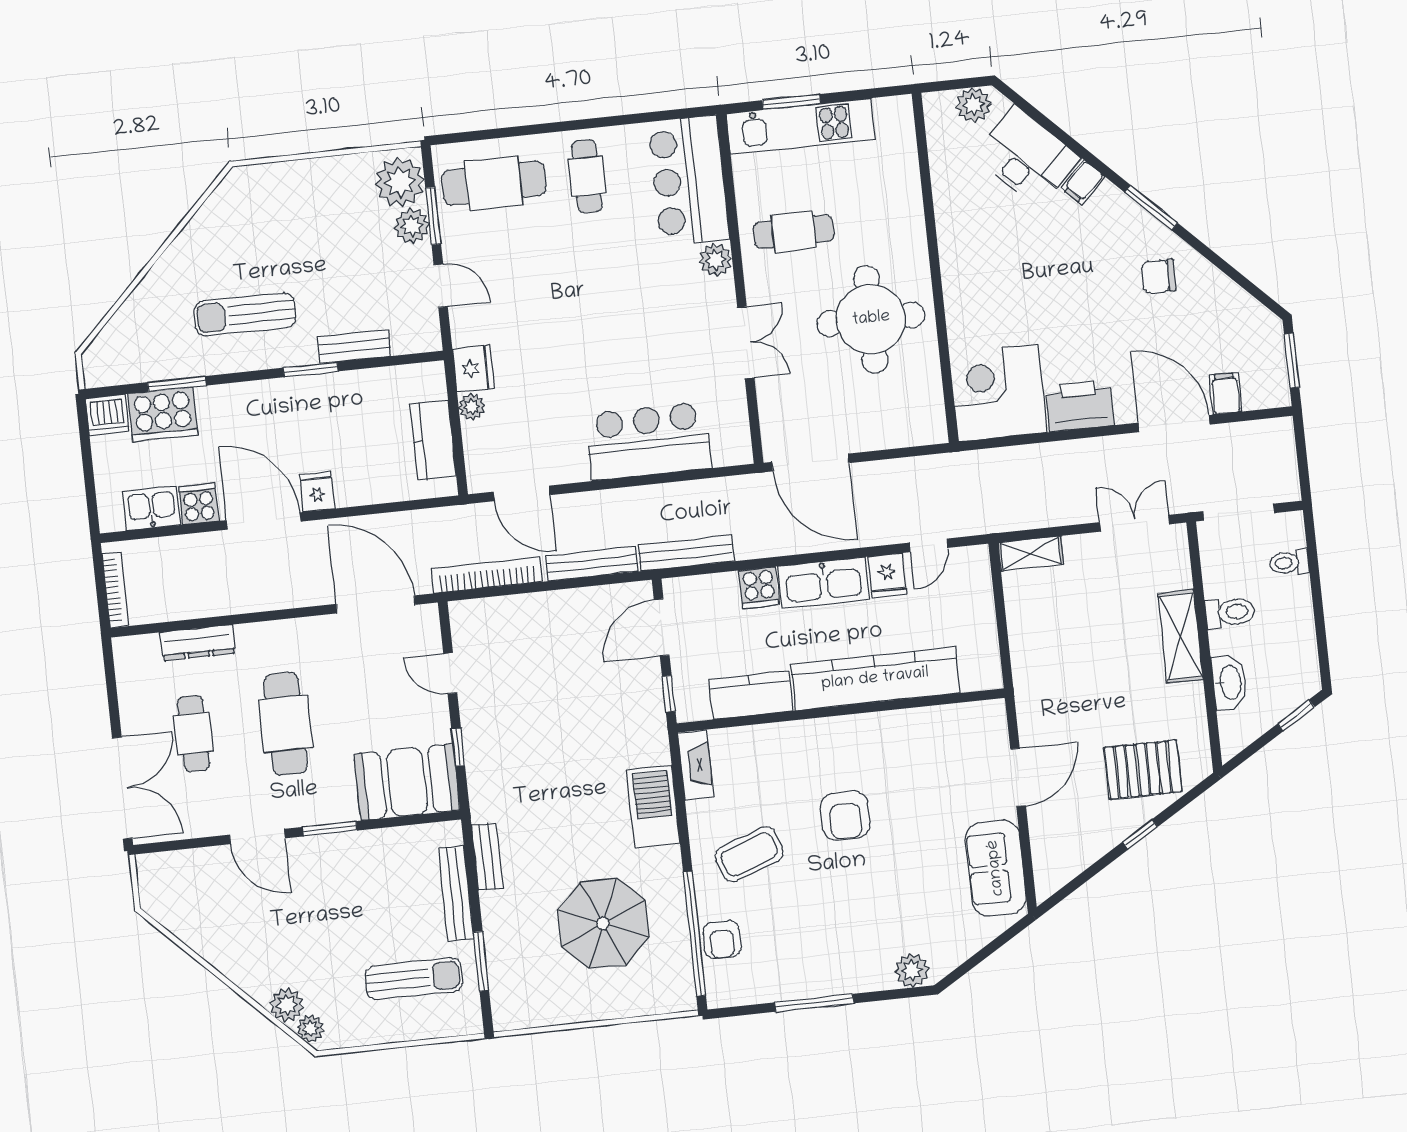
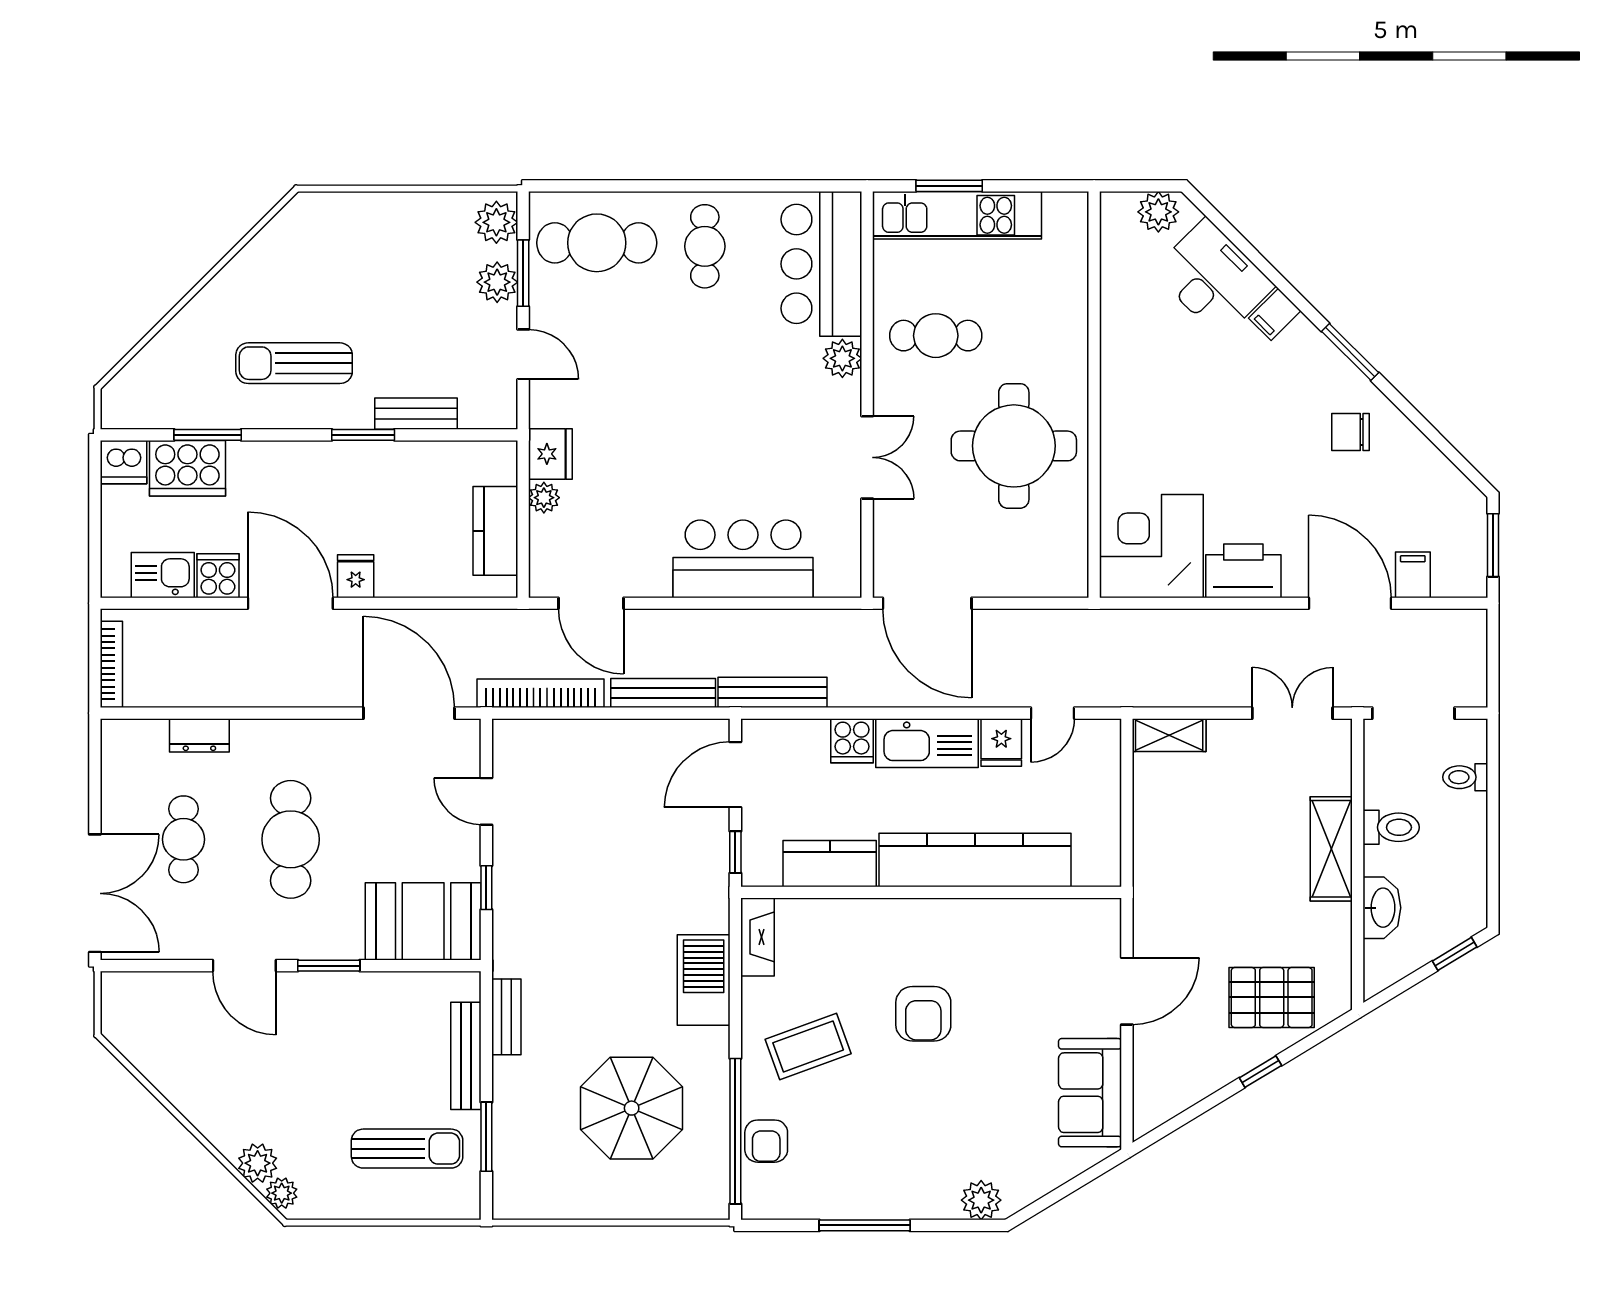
plant: (400, 182) -> (496, 222), width x0.73, depth x0.73
dresser: (198, 643) -> (199, 735), width x0.70

